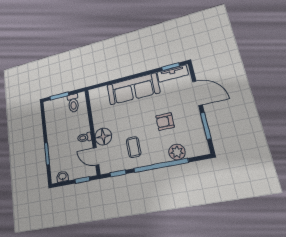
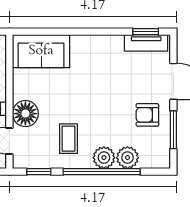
sofa: (133, 89) -> (41, 51), moved, width x0.73
armchair: (165, 122) -> (147, 115), moved
plant: (160, 155) -> (104, 158), added

